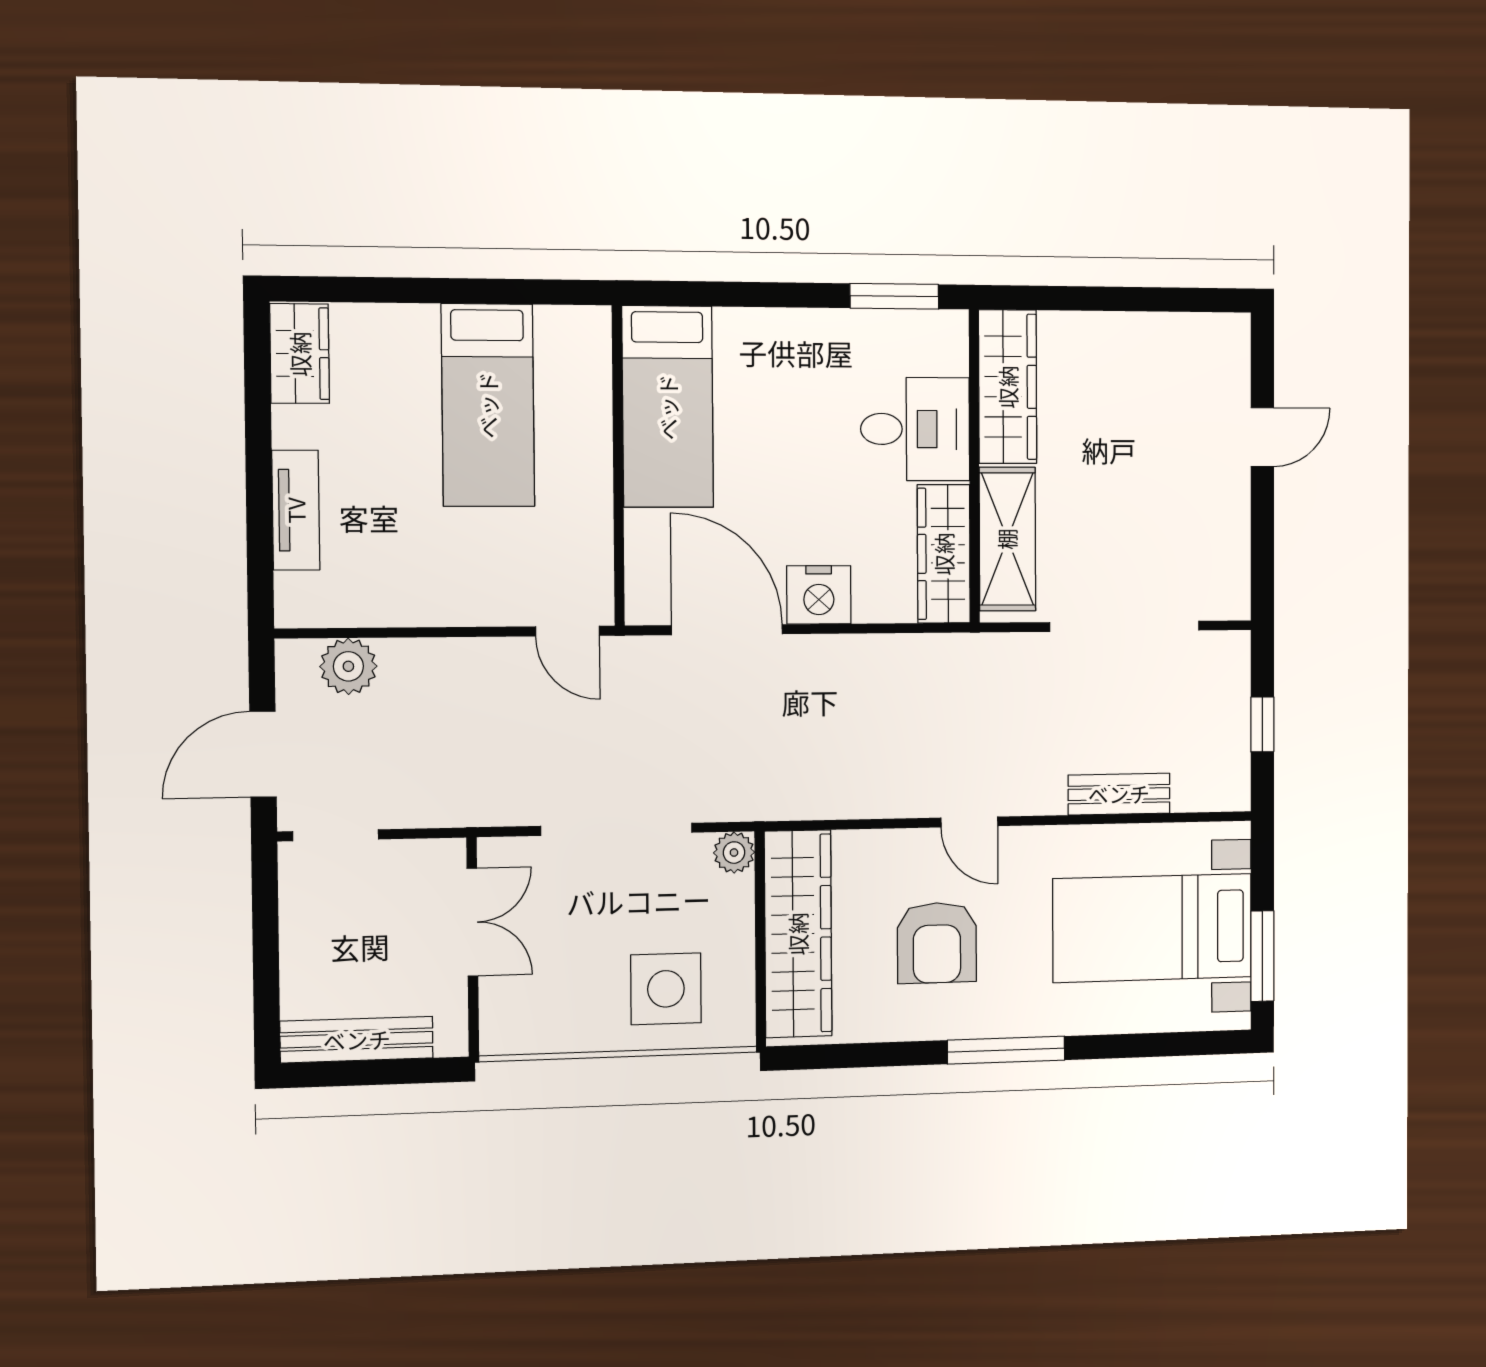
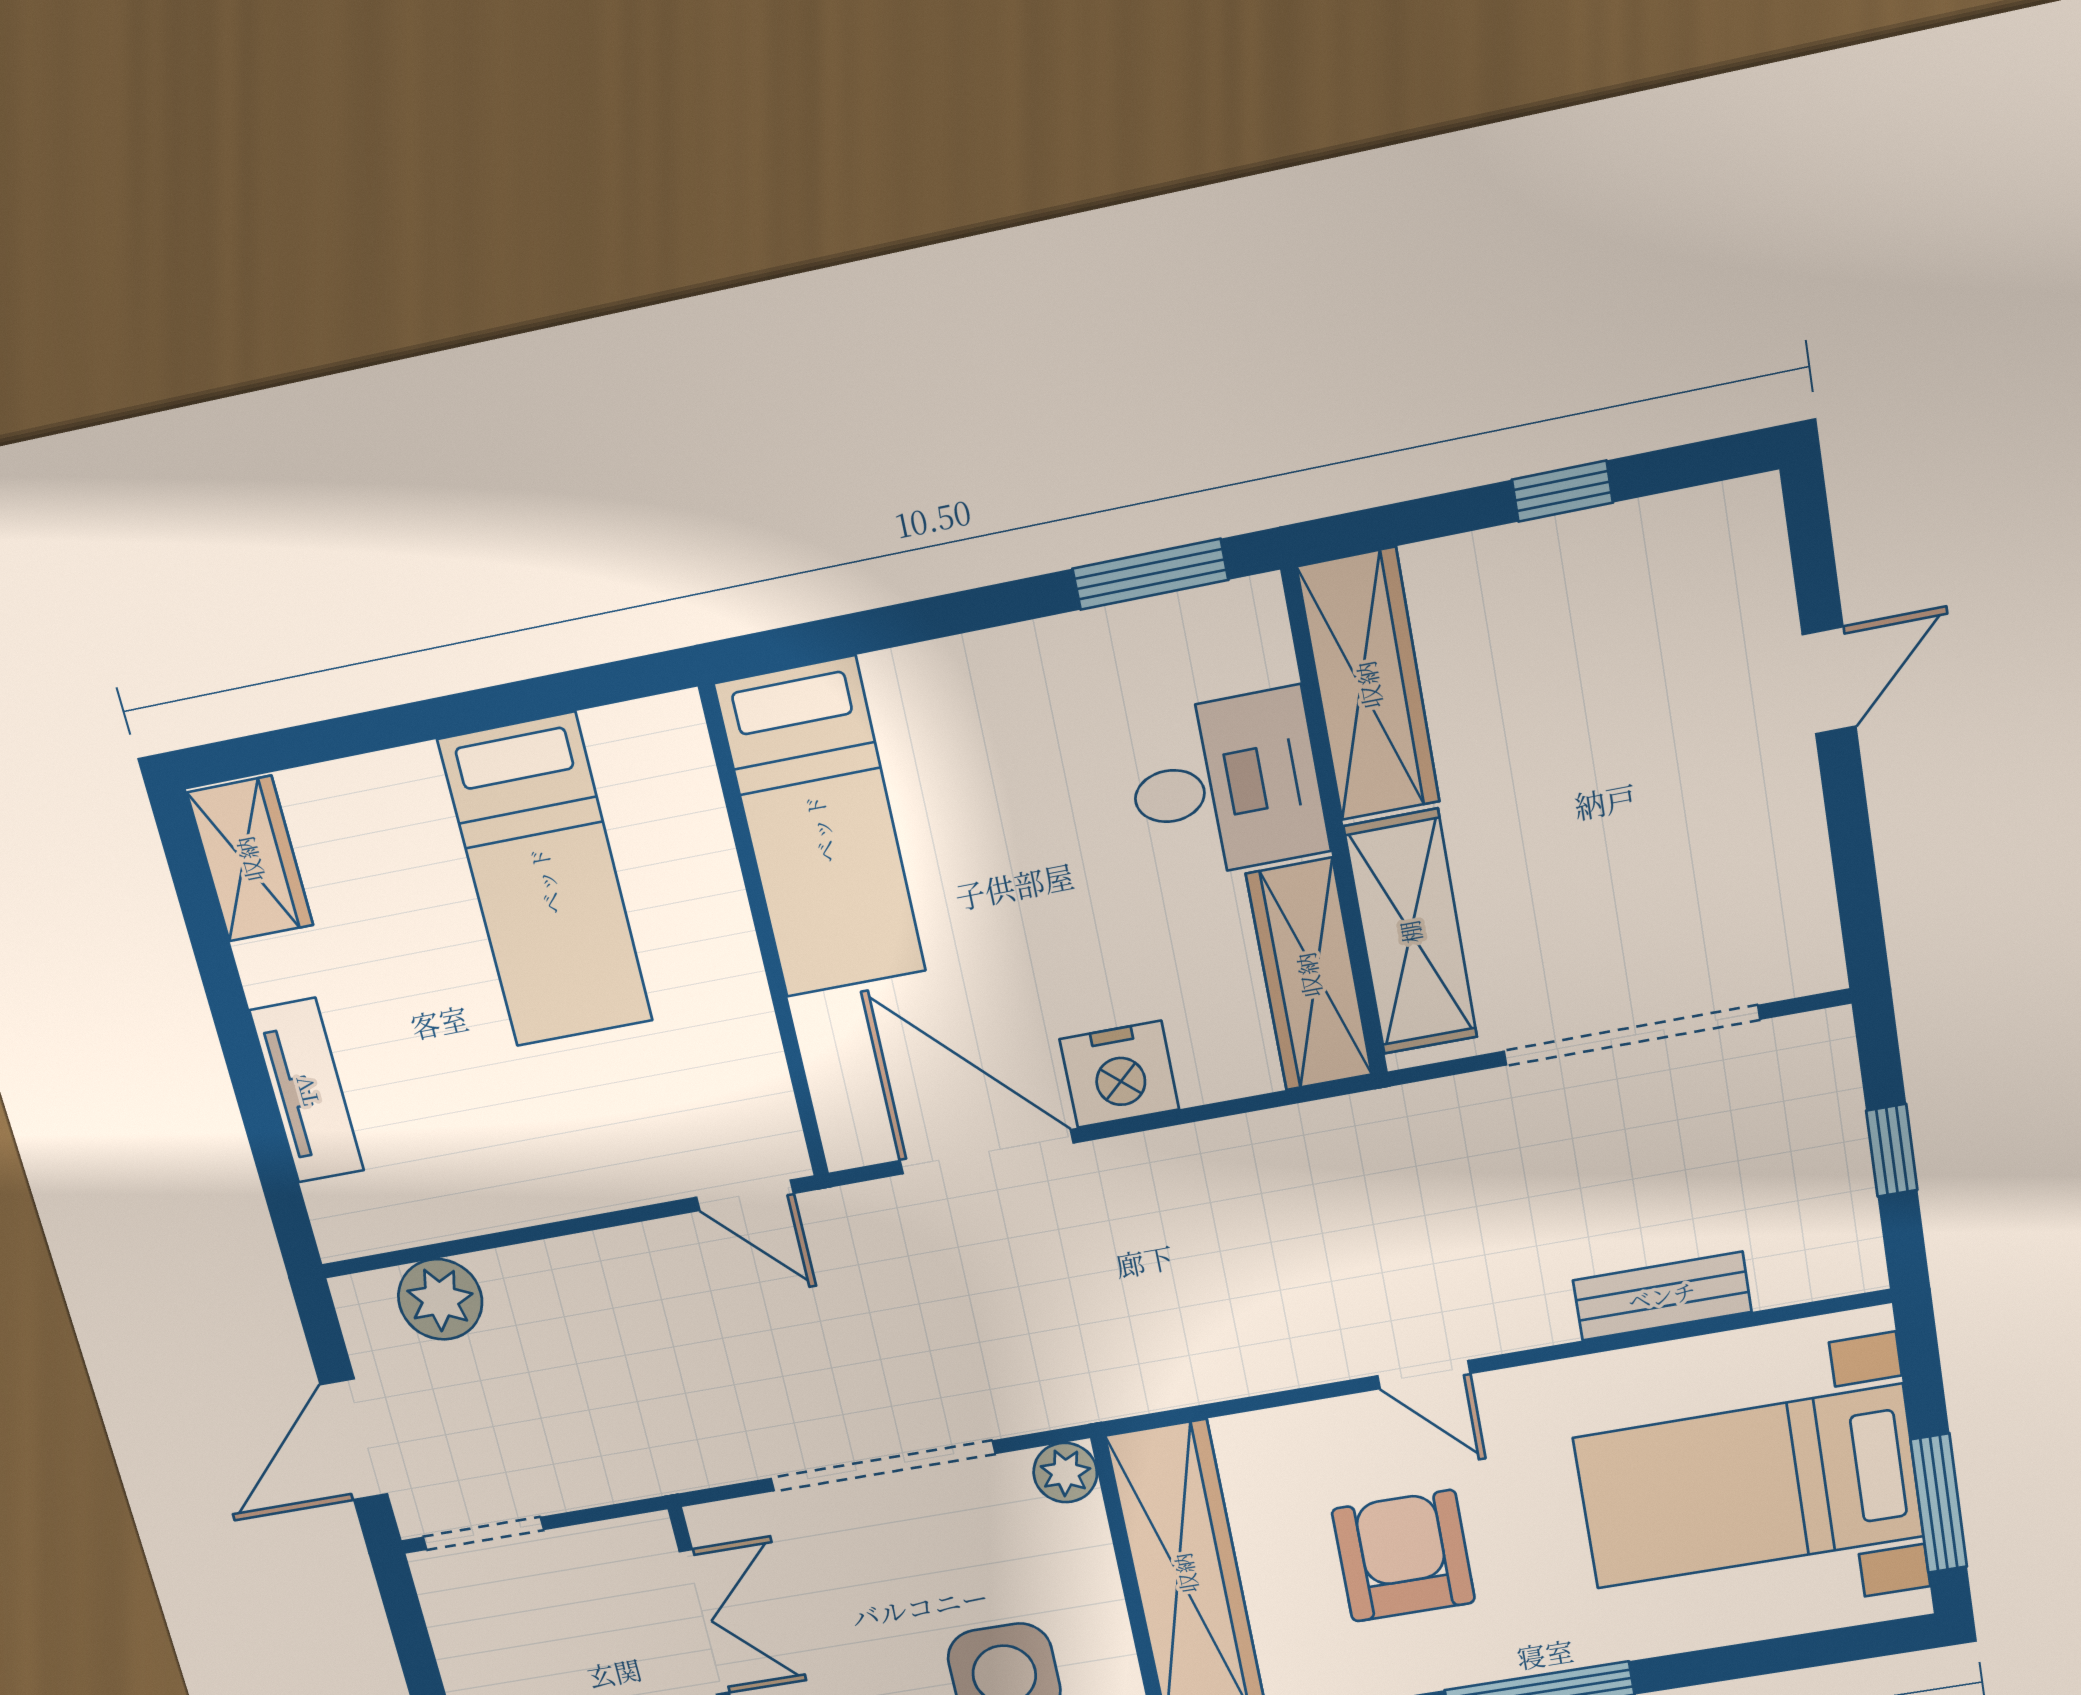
window: (1133, 299) -> (1562, 491), added
armchair: (937, 943) -> (1403, 1556), turned 180

